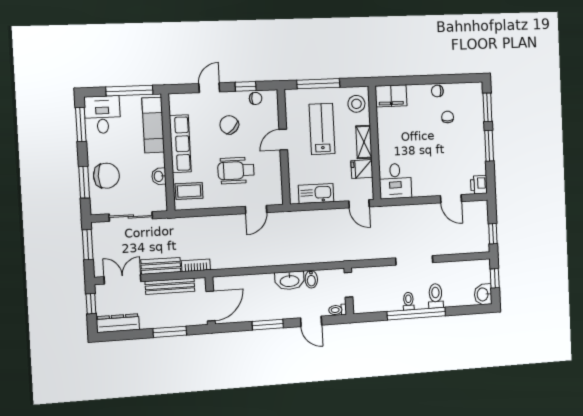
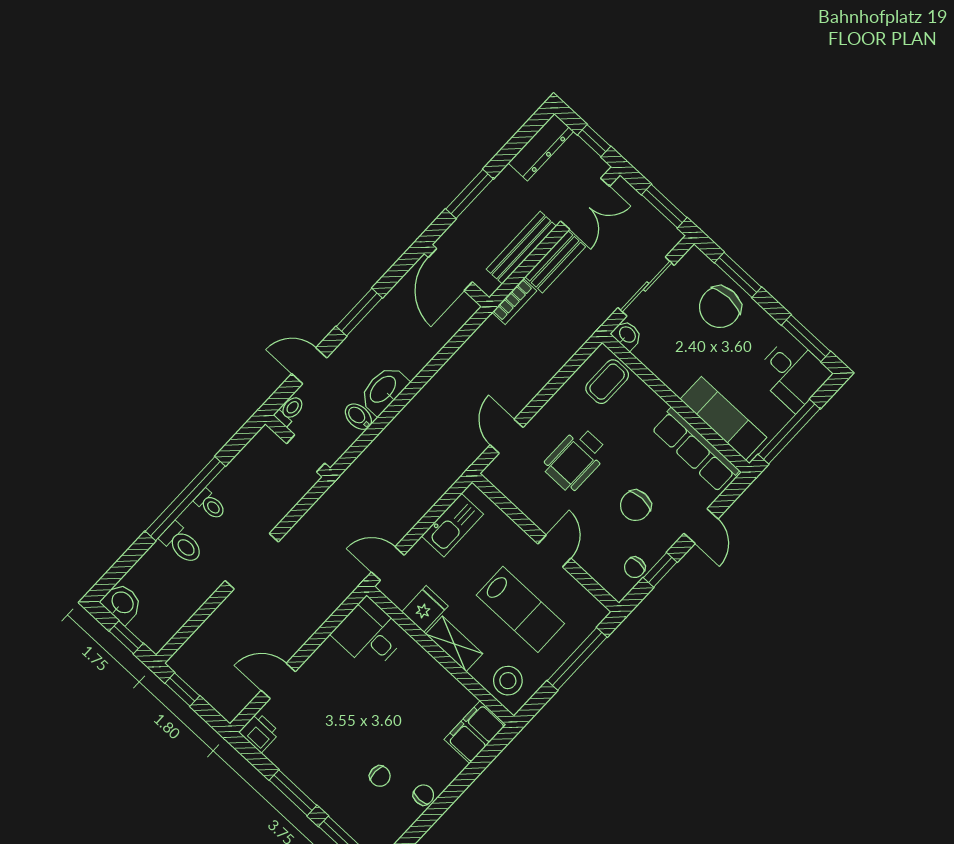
chair: (229, 125) -> (636, 505), turned 137
row of seats: (180, 144) -> (695, 450), moved
wheelchair: (236, 170) -> (575, 459), turned 180
washbasin: (159, 176) -> (627, 335), moved

